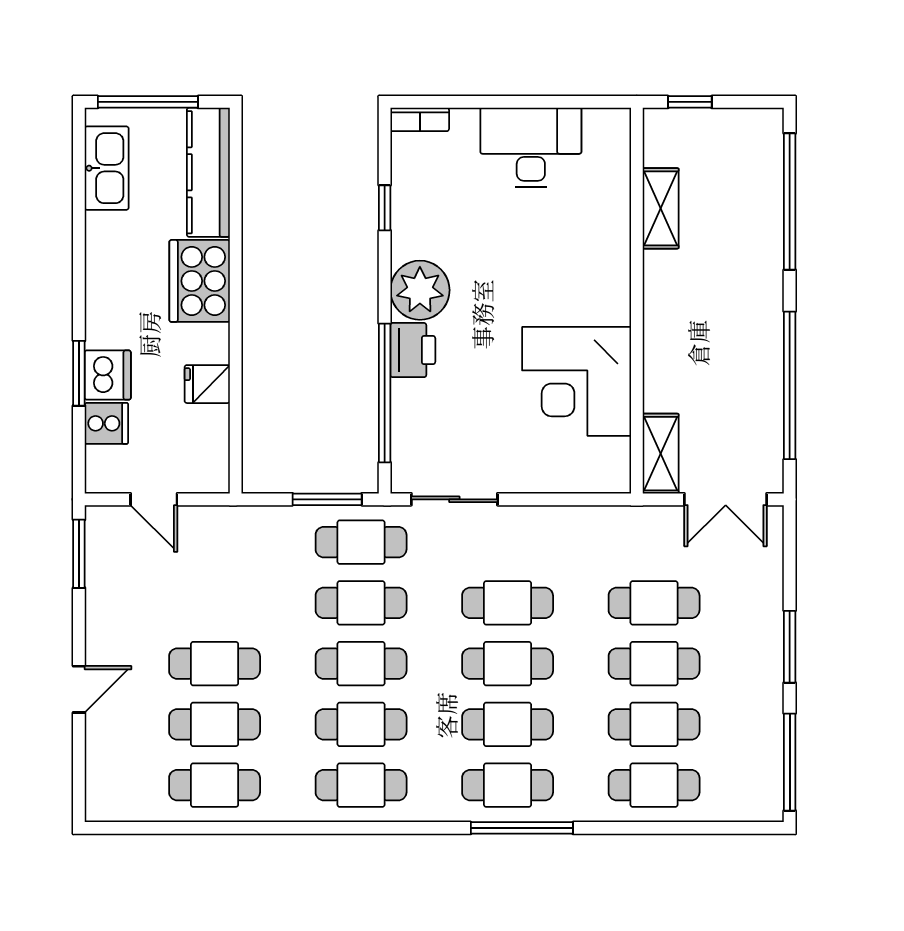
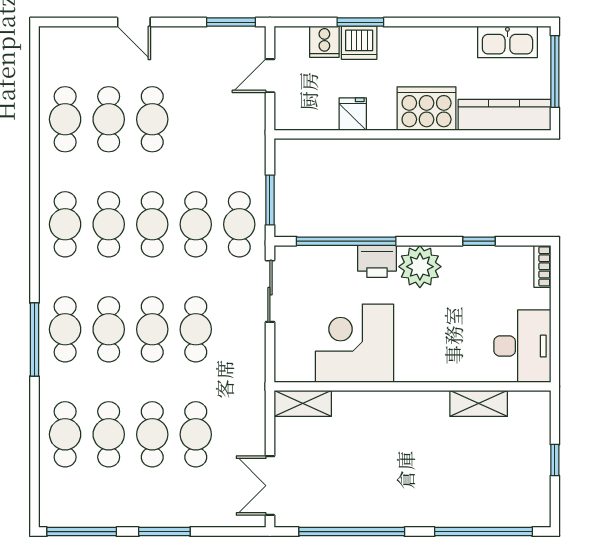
shelving: (661, 208) -> (479, 403), moved
wall: (637, 301) -> (412, 386), moved
corner desk: (577, 381) -> (355, 343), moved
shelving: (661, 454) -> (303, 403), moved

